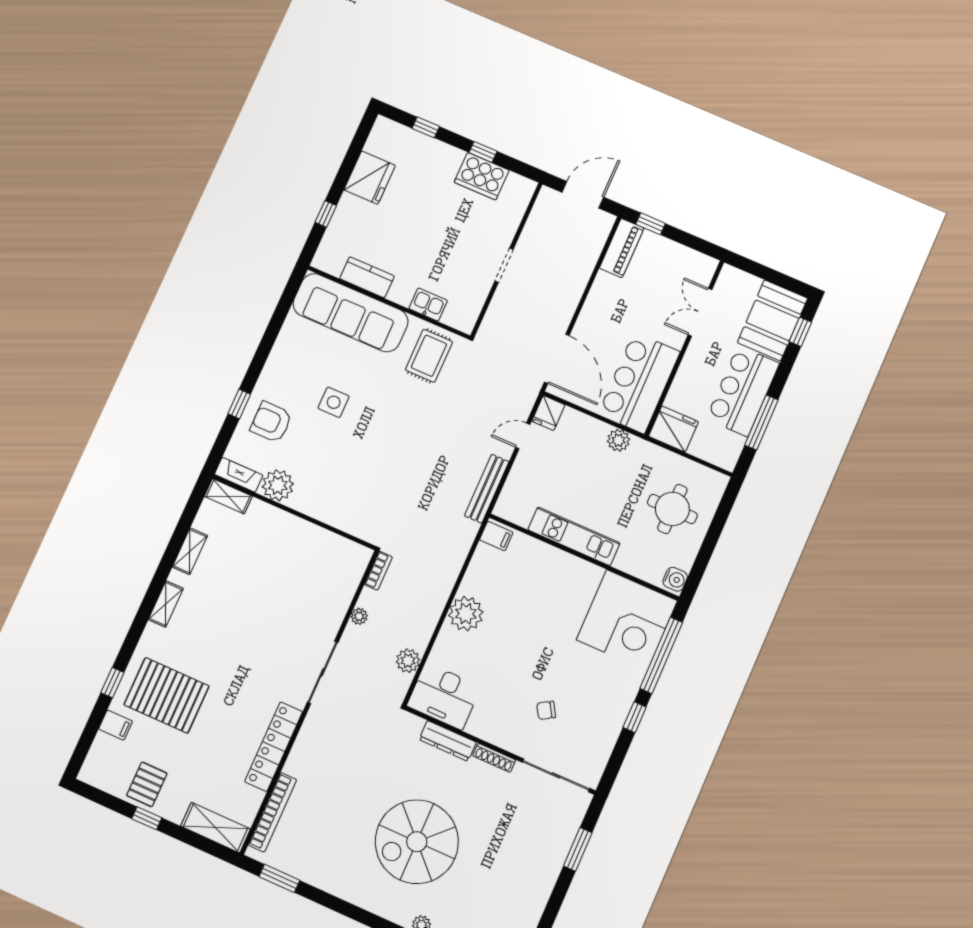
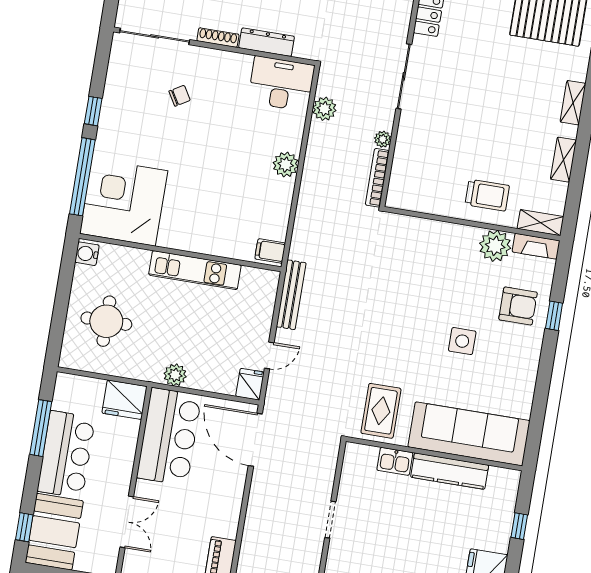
kitchen counter: (367, 277) -> (450, 471), width x1.50
trolley: (272, 536) -> (487, 195), added
bookcase: (378, 571) -> (377, 178), width x1.56
plant: (466, 614) -> (286, 165), width x0.73, depth x0.73

